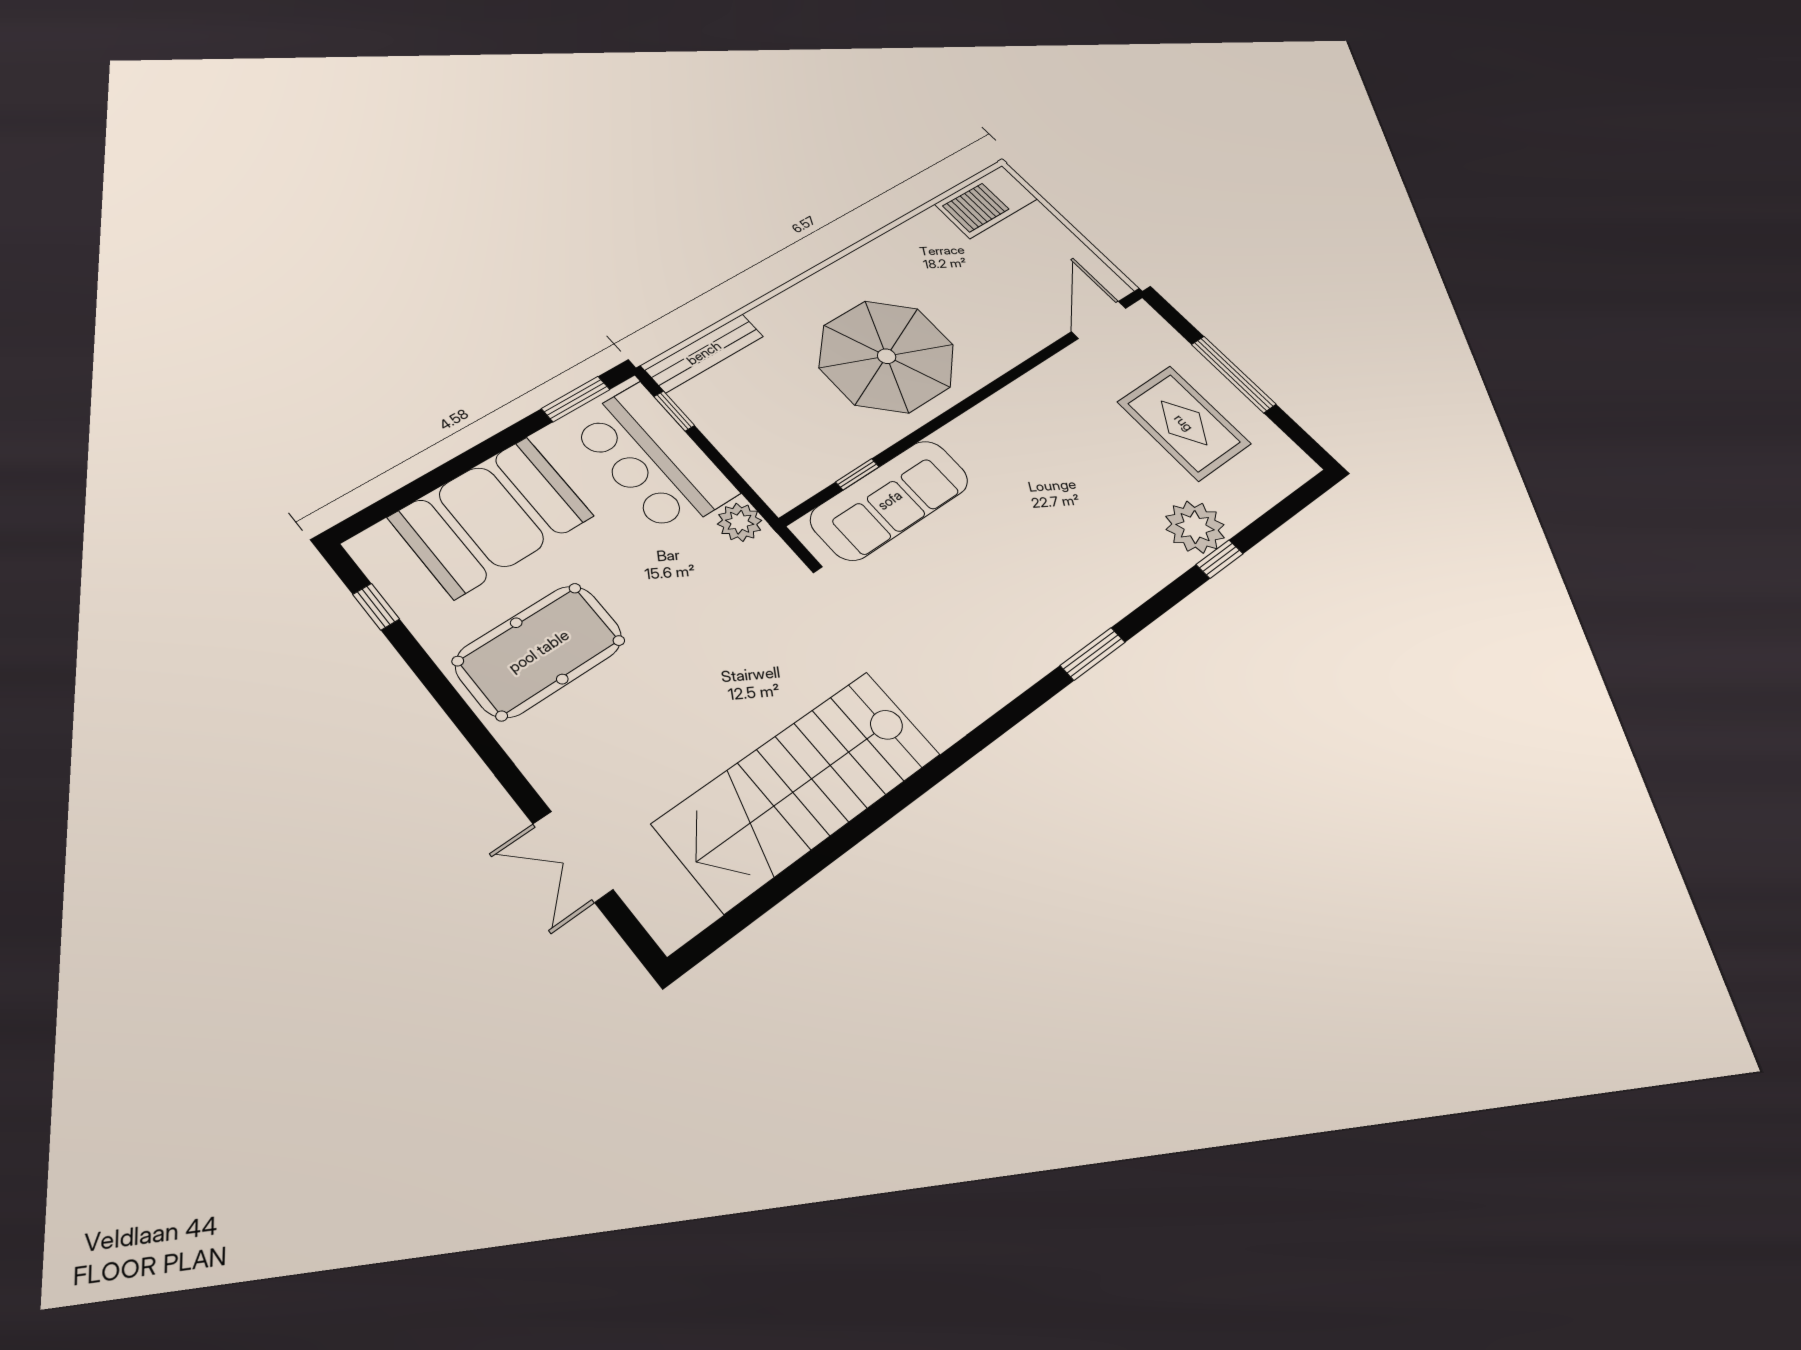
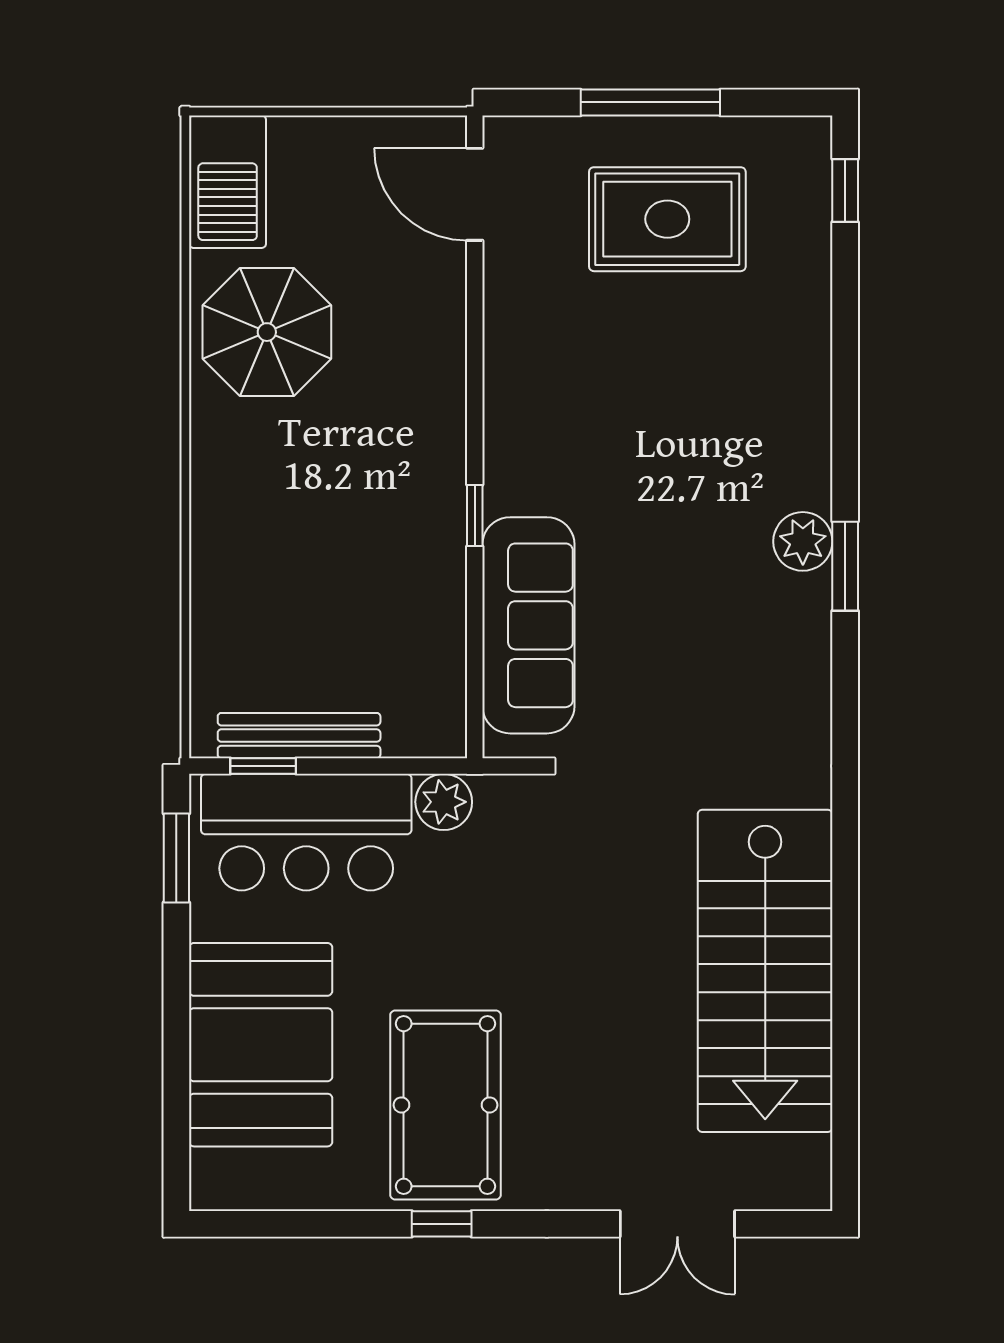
bench: (704, 353) -> (299, 736), moved, turned 90
parasol: (887, 356) -> (267, 332), moved, width x0.73, depth x0.73
window: (857, 474) -> (475, 515), moved
plant: (1195, 527) -> (803, 541), moved, width x0.73, depth x0.73
window: (1220, 559) -> (845, 191), moved
window: (376, 607) -> (442, 1224), moved

